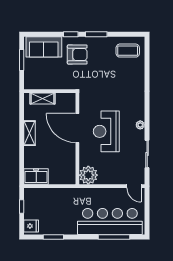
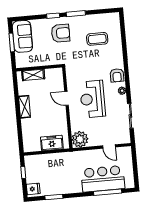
sofa: (44, 47) -> (22, 36), moved, turned -90
coffee table: (128, 51) -> (97, 39), moved
armchair: (136, 107) -> (117, 75), added
door: (77, 128) -> (66, 98), width x0.53
freezer: (36, 176) -> (52, 143), moved
door: (134, 186) -> (109, 146), moved
bar counter: (110, 222) -> (103, 179), width x0.73

